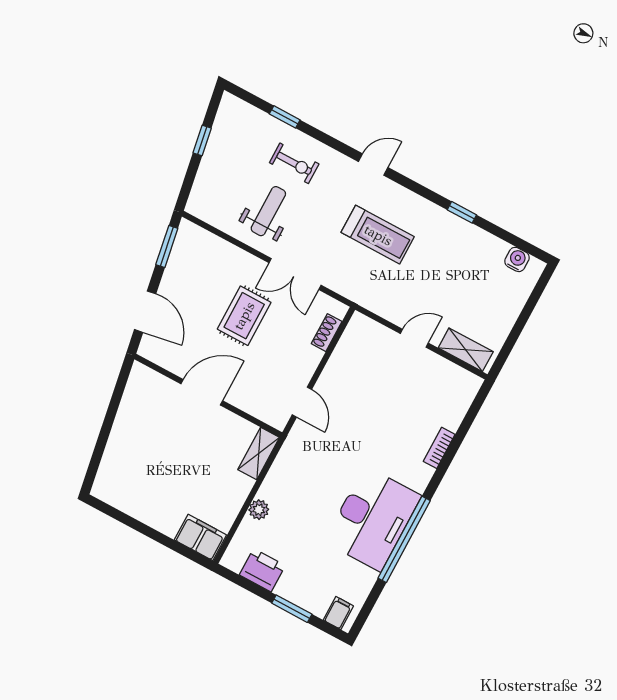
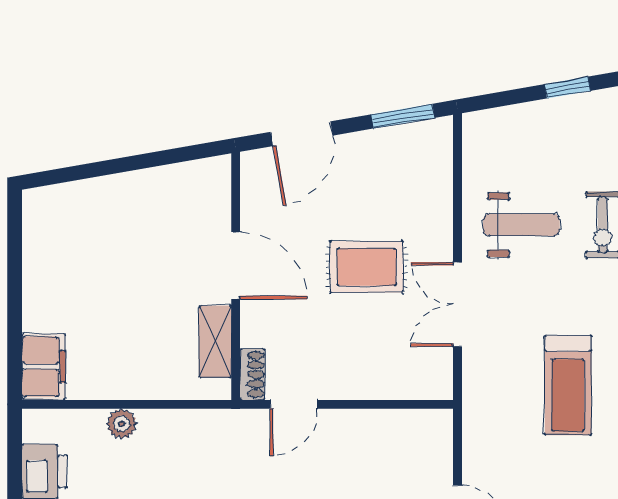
shoe rack: (327, 333) -> (252, 374), moved, turned 90
shelving: (259, 454) -> (215, 342), moved, turned 90

